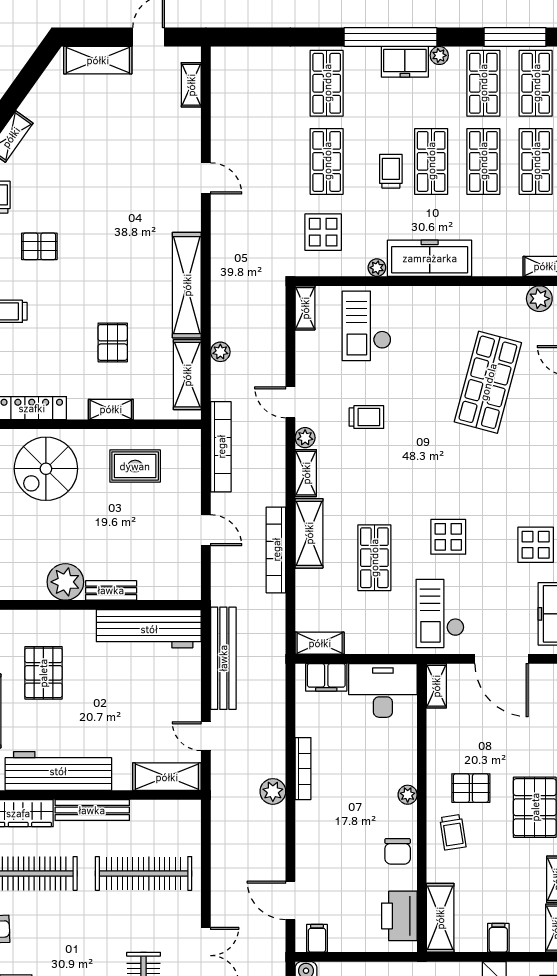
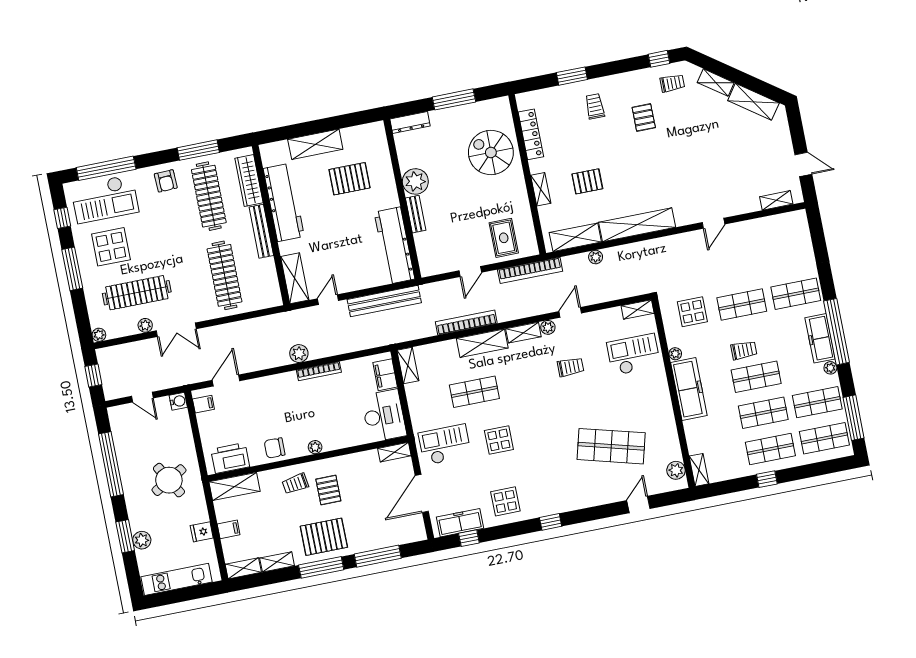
shelving: (98, 60) -> (753, 102), moved, turned -55
freezer: (405, 62) -> (820, 338), width x1.40
trolley: (366, 417) -> (570, 367), turned -90
rug: (135, 466) -> (504, 238), moved

